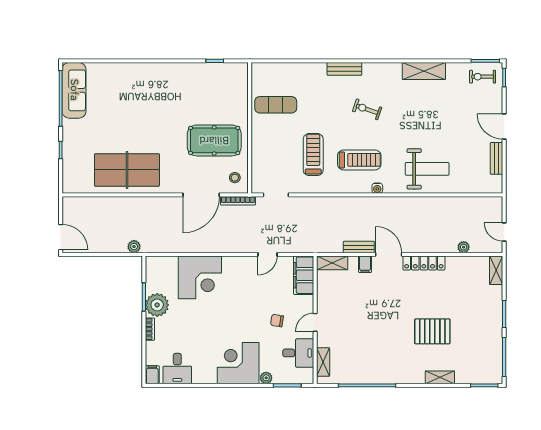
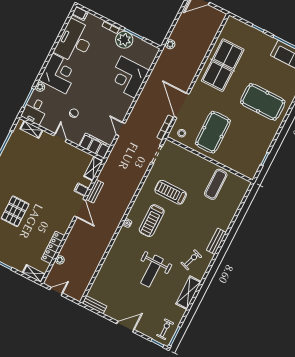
pool table: (147, 99) -> (263, 102), added
exercise bike: (367, 109) -> (191, 260), moved
treadmill: (313, 155) -> (171, 192), turned 180
bench: (496, 158) -> (95, 305), moved
weight bench: (427, 169) -> (152, 271), moved
door: (389, 254) -> (80, 208), hinge flipped
locker: (424, 263) -> (53, 247), moved
desk: (298, 353) -> (35, 111), moved
desk: (177, 369) -> (75, 41), width x1.87, depth x1.30

